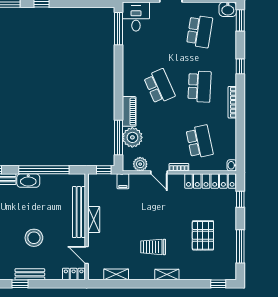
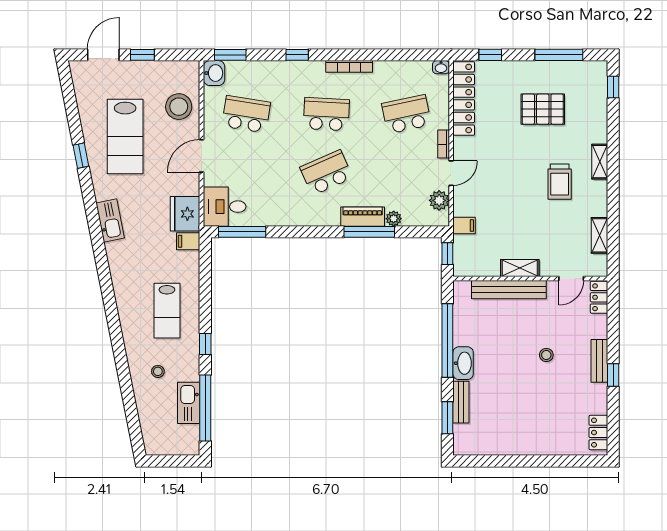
window: (119, 137) -> (369, 232), moved
plant: (132, 137) -> (394, 219), width x0.53, depth x0.53
stool: (34, 238) -> (546, 355), width x0.53, depth x0.53

